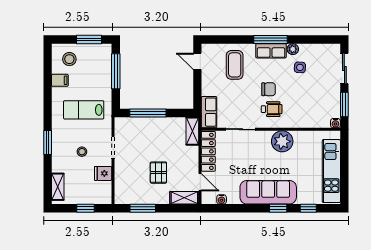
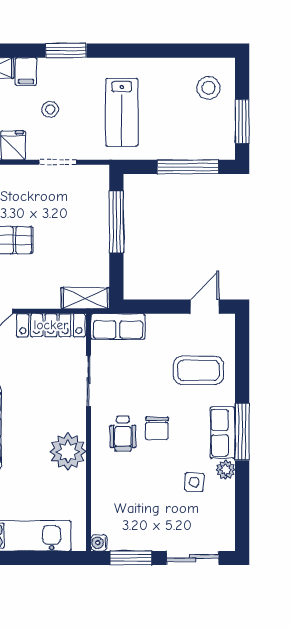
filing cabinet: (60, 80) -> (26, 72), moved
lab bench: (84, 110) -> (122, 112), turned 180

